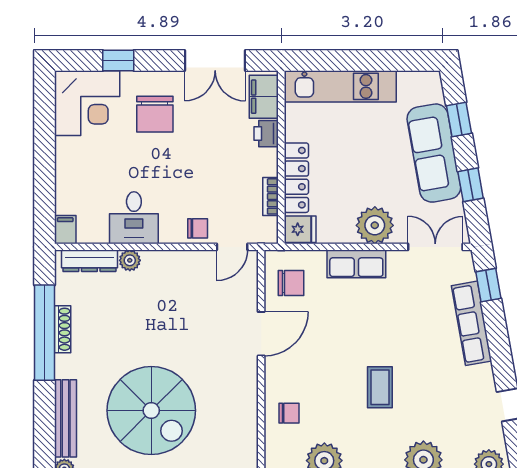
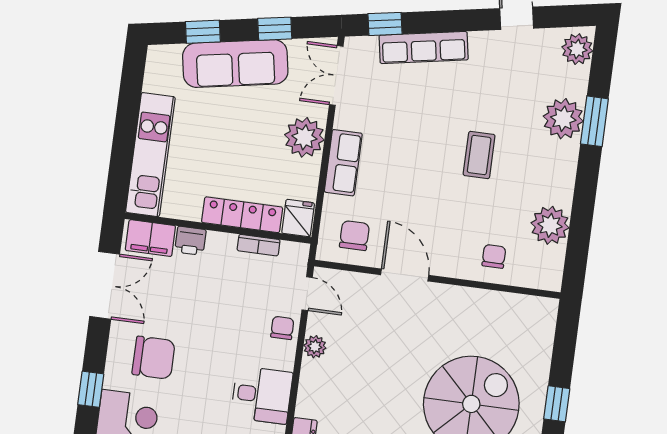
plant: (130, 260) -> (315, 347), moved
coffee table: (380, 387) -> (479, 155), turned 90

